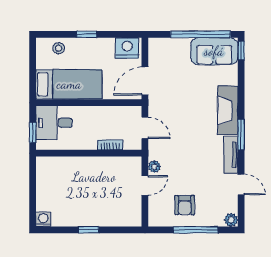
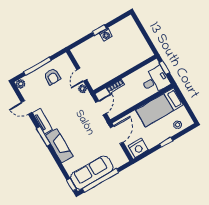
sofa: (214, 51) -> (92, 172), width x1.36
door: (145, 128) -> (101, 108), swing flipped
armchair: (185, 205) -> (52, 77), turned 180
washing machine: (43, 219) -> (106, 35), moved

